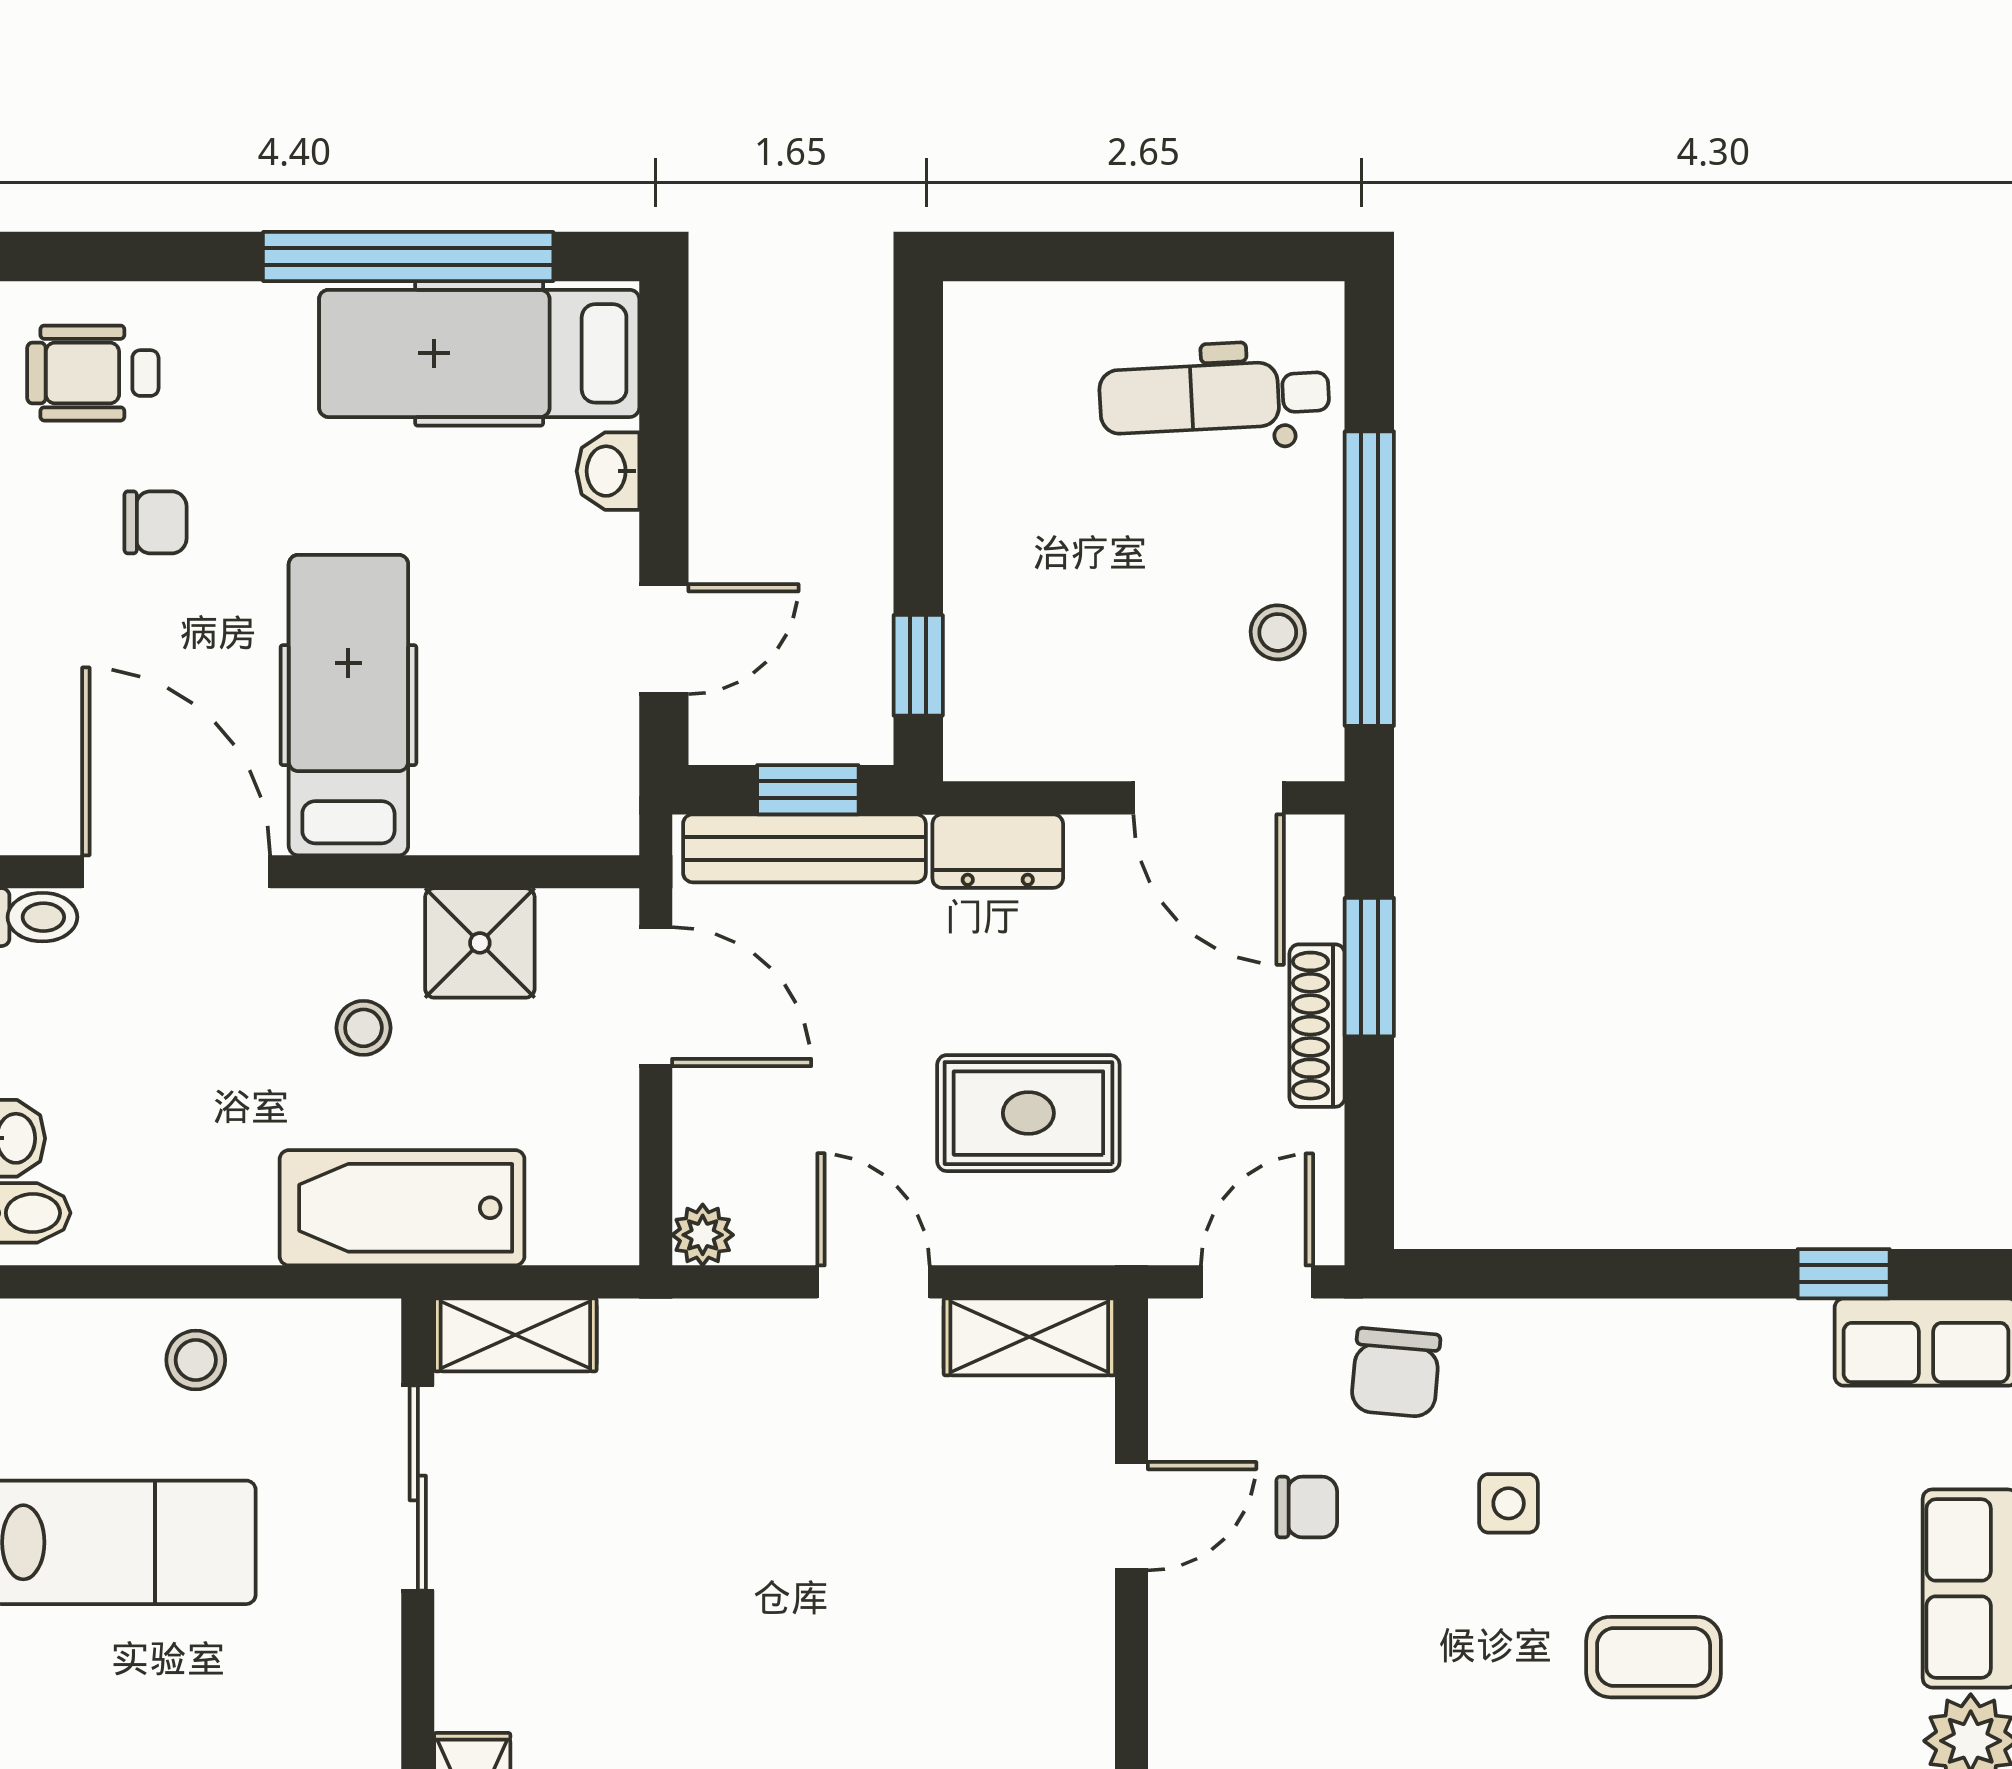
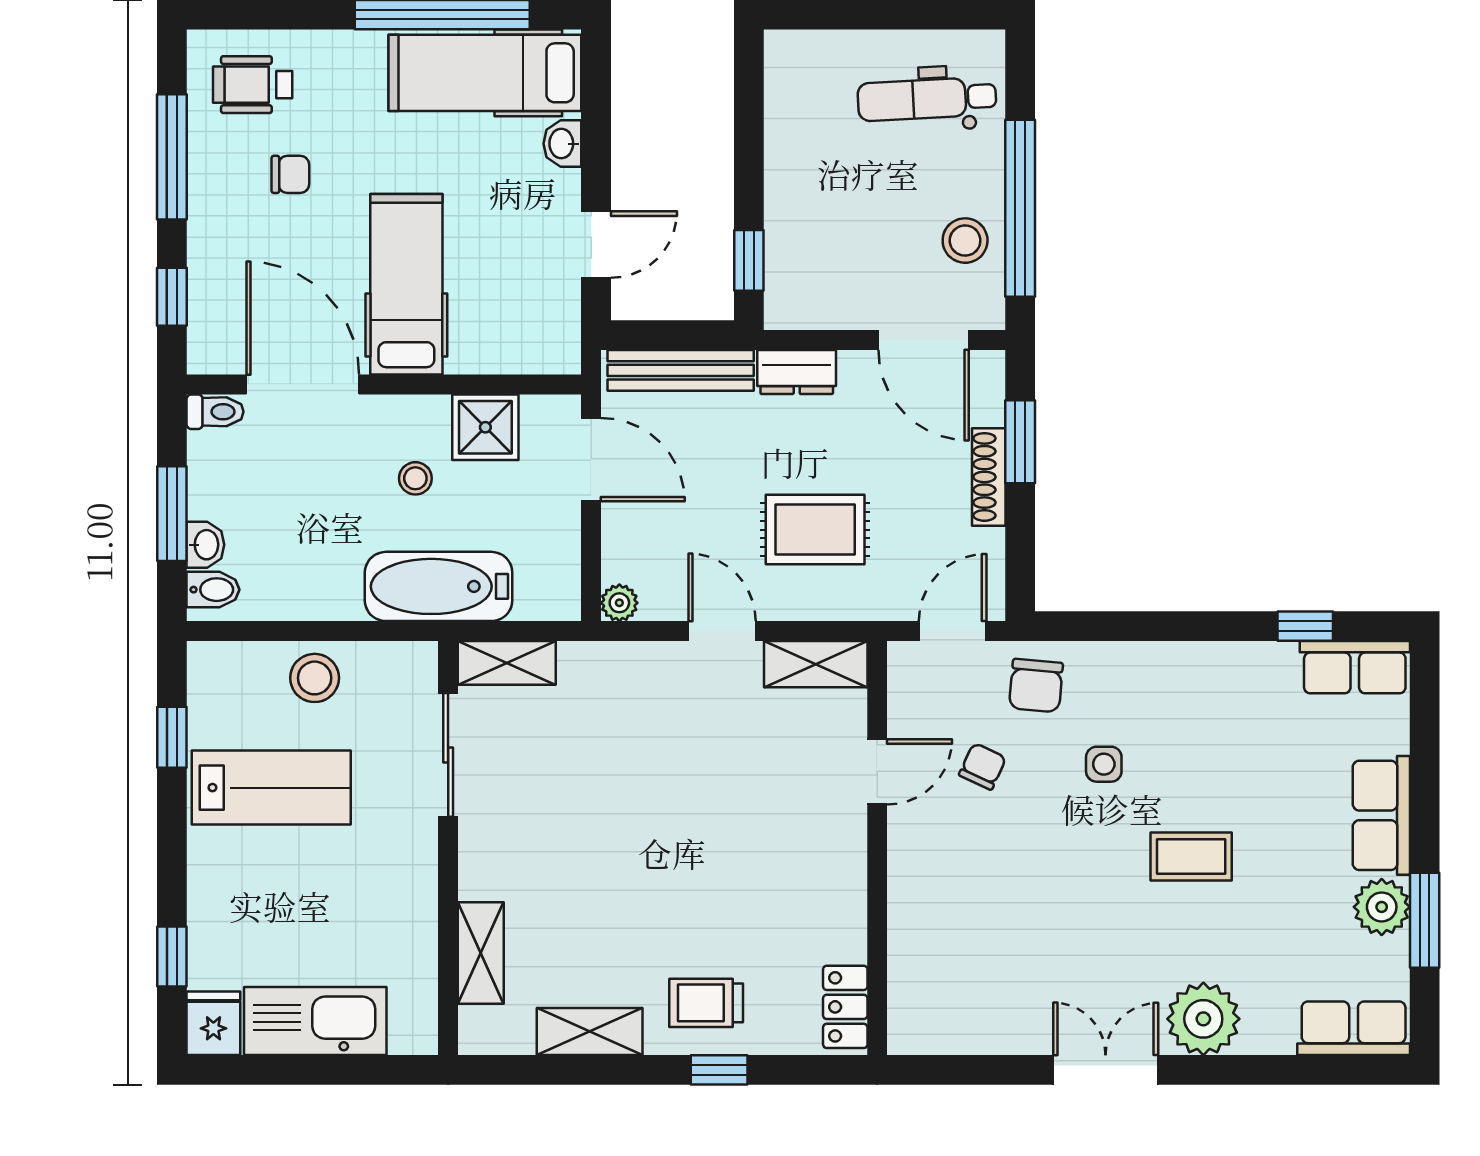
stool: (1278, 632) -> (965, 241), width x1.37, depth x1.37
window: (808, 790) -> (683, 335), removed
stool: (196, 1360) -> (315, 678), width x1.37, depth x1.37
chair: (1307, 1507) -> (983, 766), turned -65

